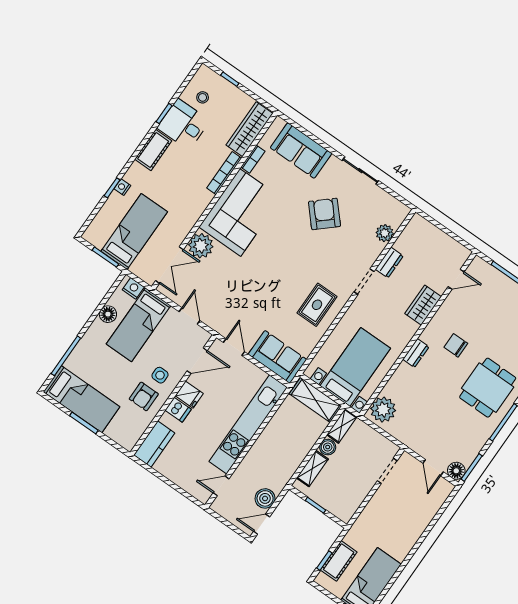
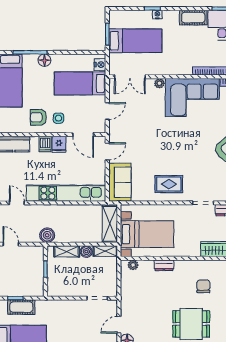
plant: (201, 246) -> (159, 83), width x0.53, depth x0.53
floor lamp: (108, 314) -> (44, 60), moved
dresser: (416, 353) -> (164, 265), moved
plant: (383, 410) -> (133, 265), width x0.53, depth x0.53
boiler: (265, 498) -> (47, 235), moved

